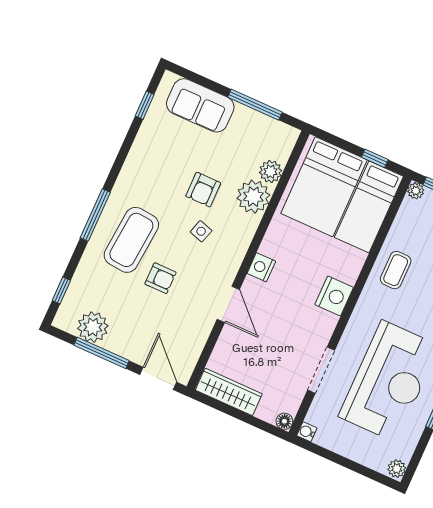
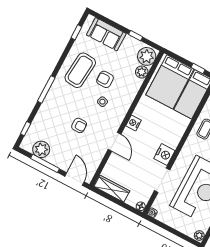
window: (255, 105) -> (136, 36), width x0.46
armchair: (203, 190) -> (105, 79), turned 90
plant: (253, 197) -> (147, 56), moved
coffee table: (131, 240) -> (80, 70), moved
nightstand: (334, 296) -> (164, 155), moved

